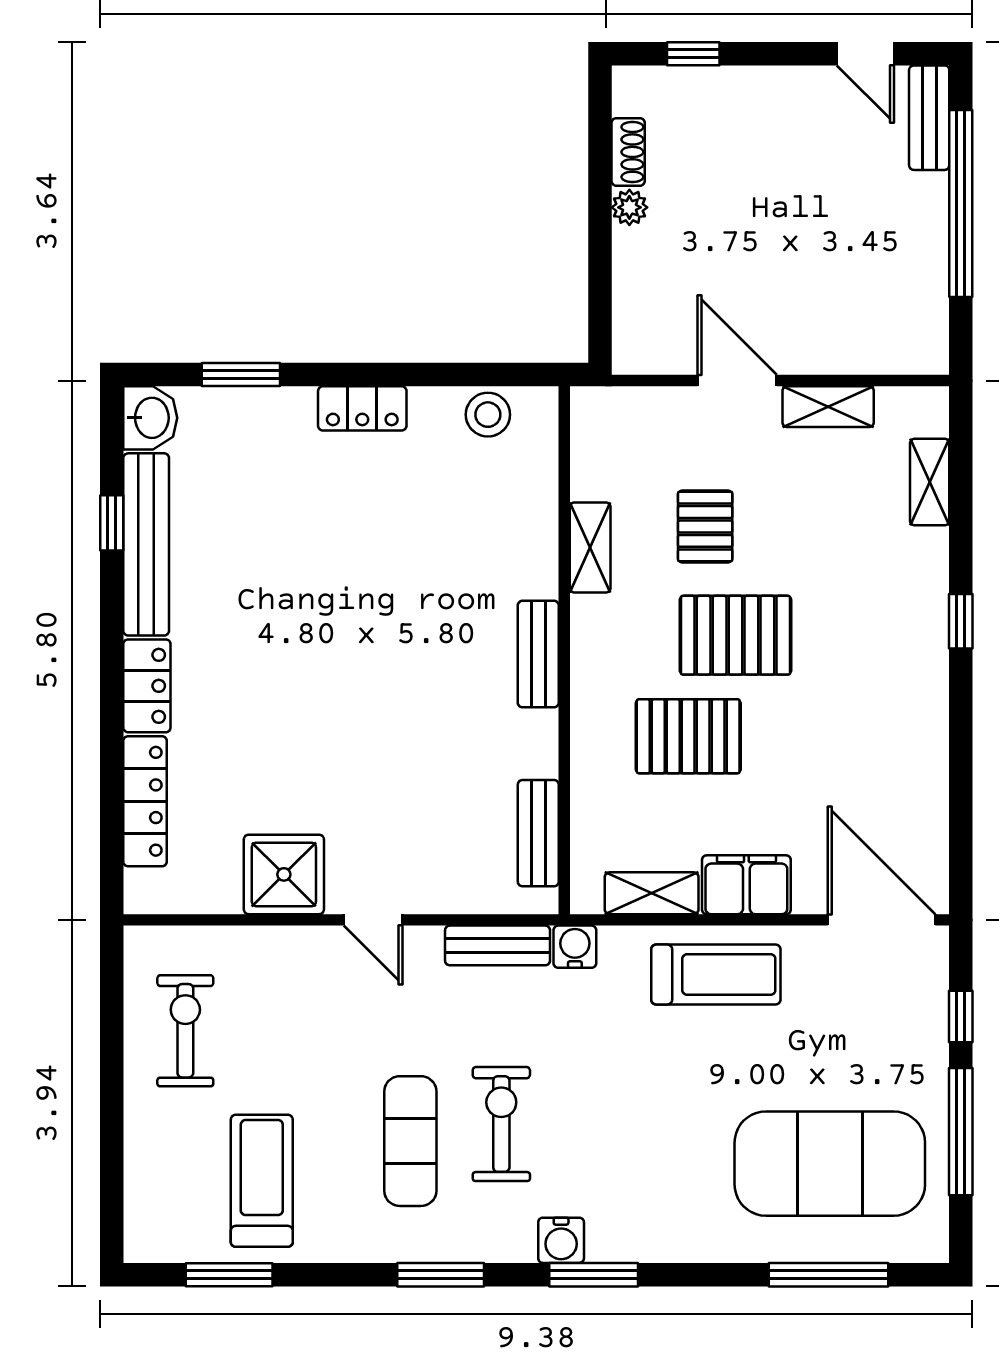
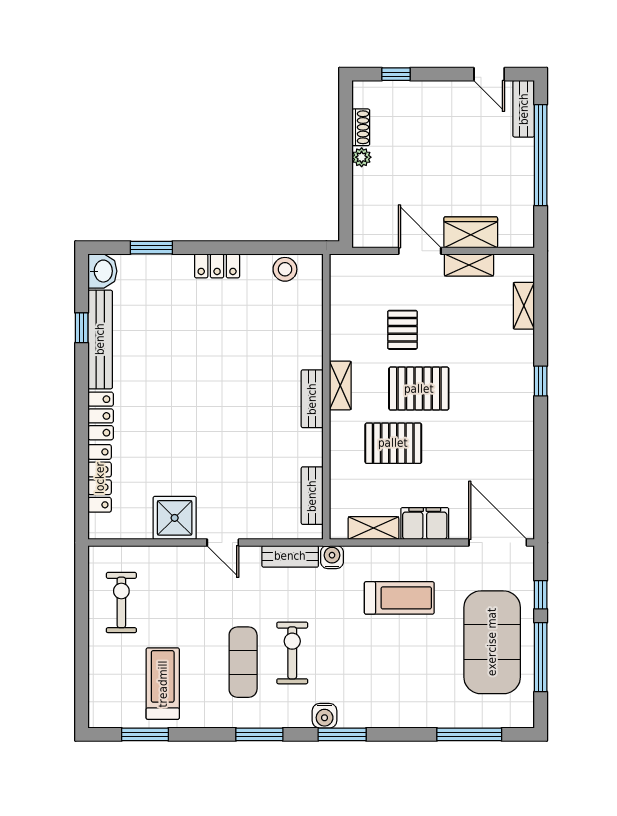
wardrobe: (831, 346) -> (471, 232), added
shelving: (590, 548) -> (340, 385), moved
treadmill: (716, 975) -> (399, 598), moved
exercise mat: (830, 1164) -> (492, 642), moved, turned 90

